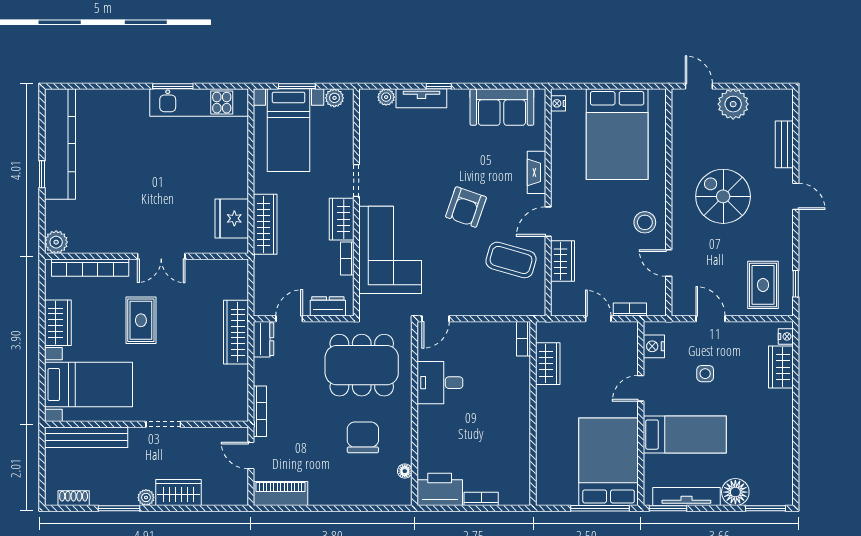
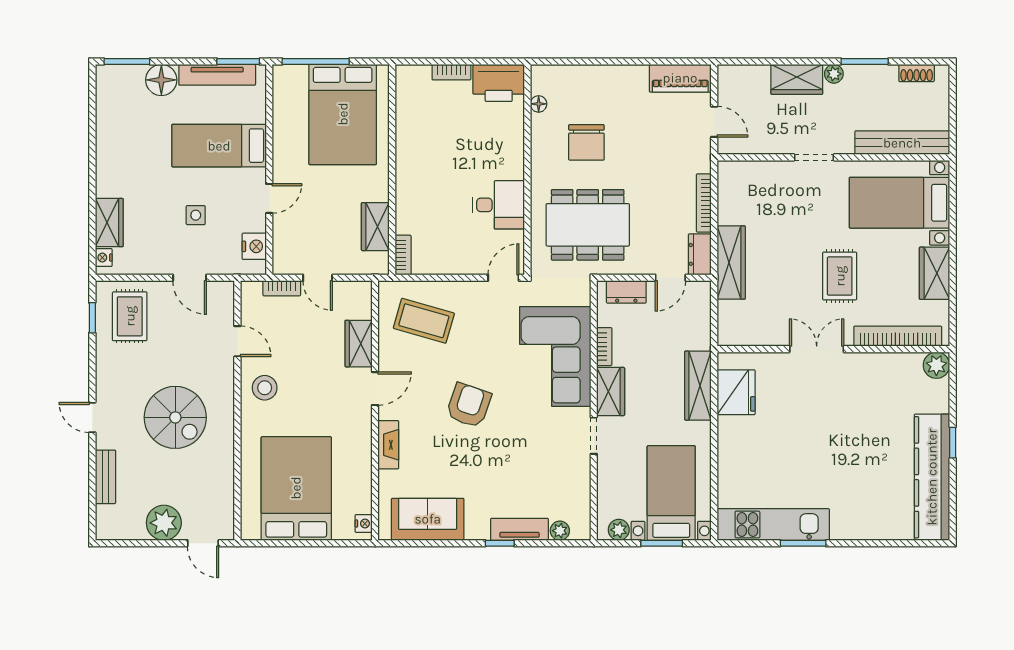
coffee table: (511, 260) -> (424, 321), moved
bookcase: (260, 411) -> (704, 203), moved
bed: (609, 462) -> (343, 114), moved

